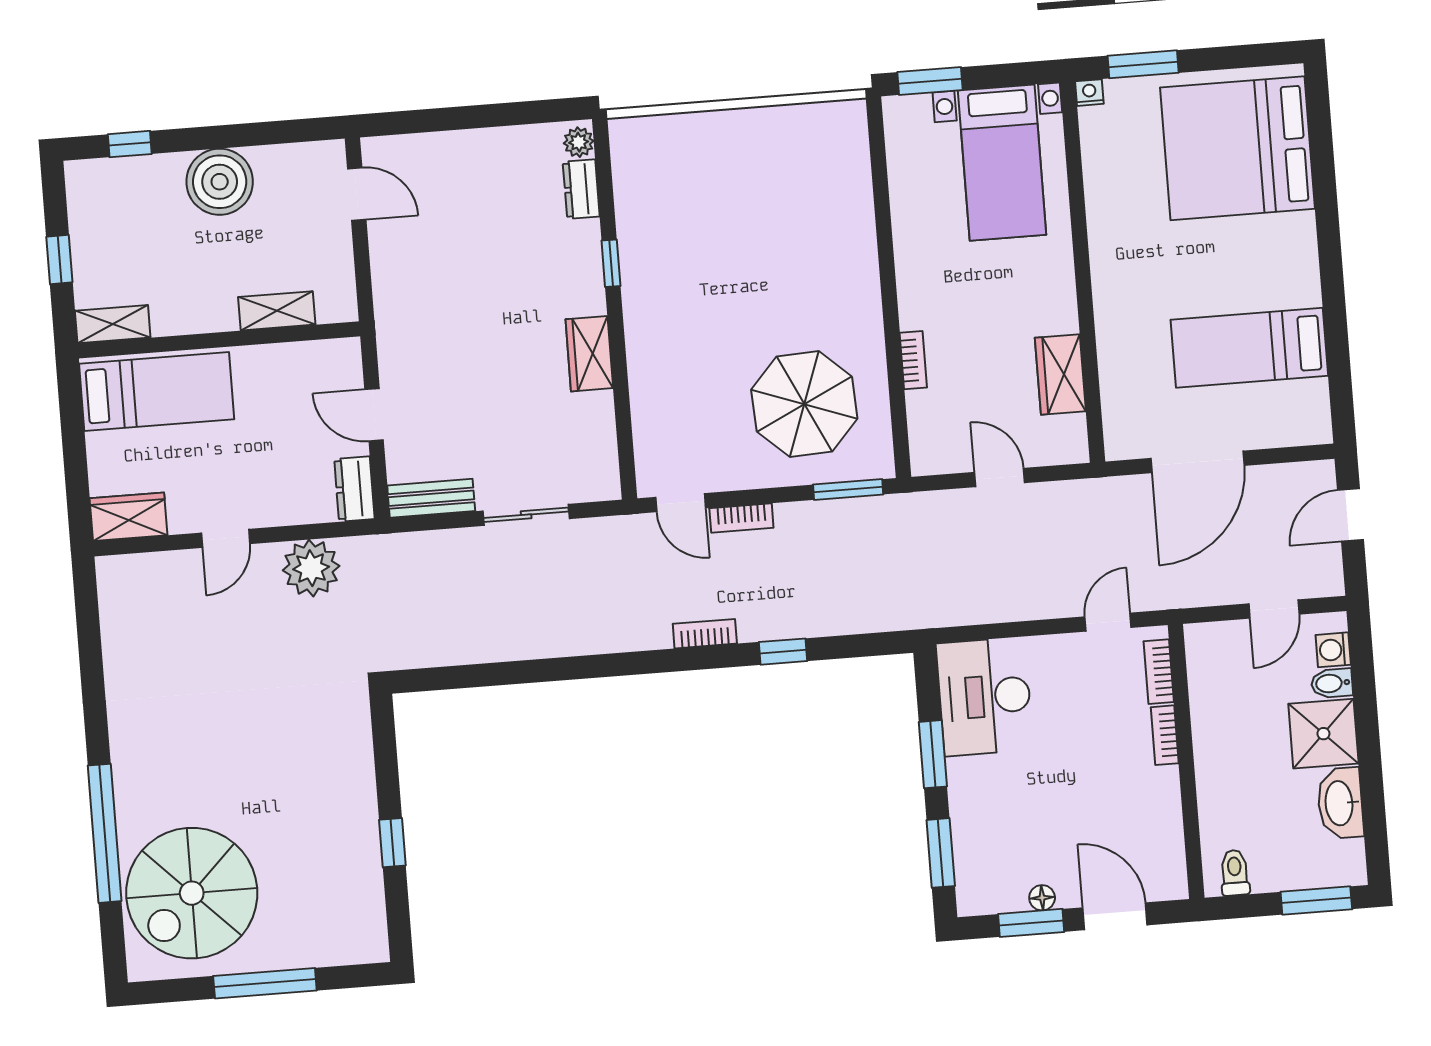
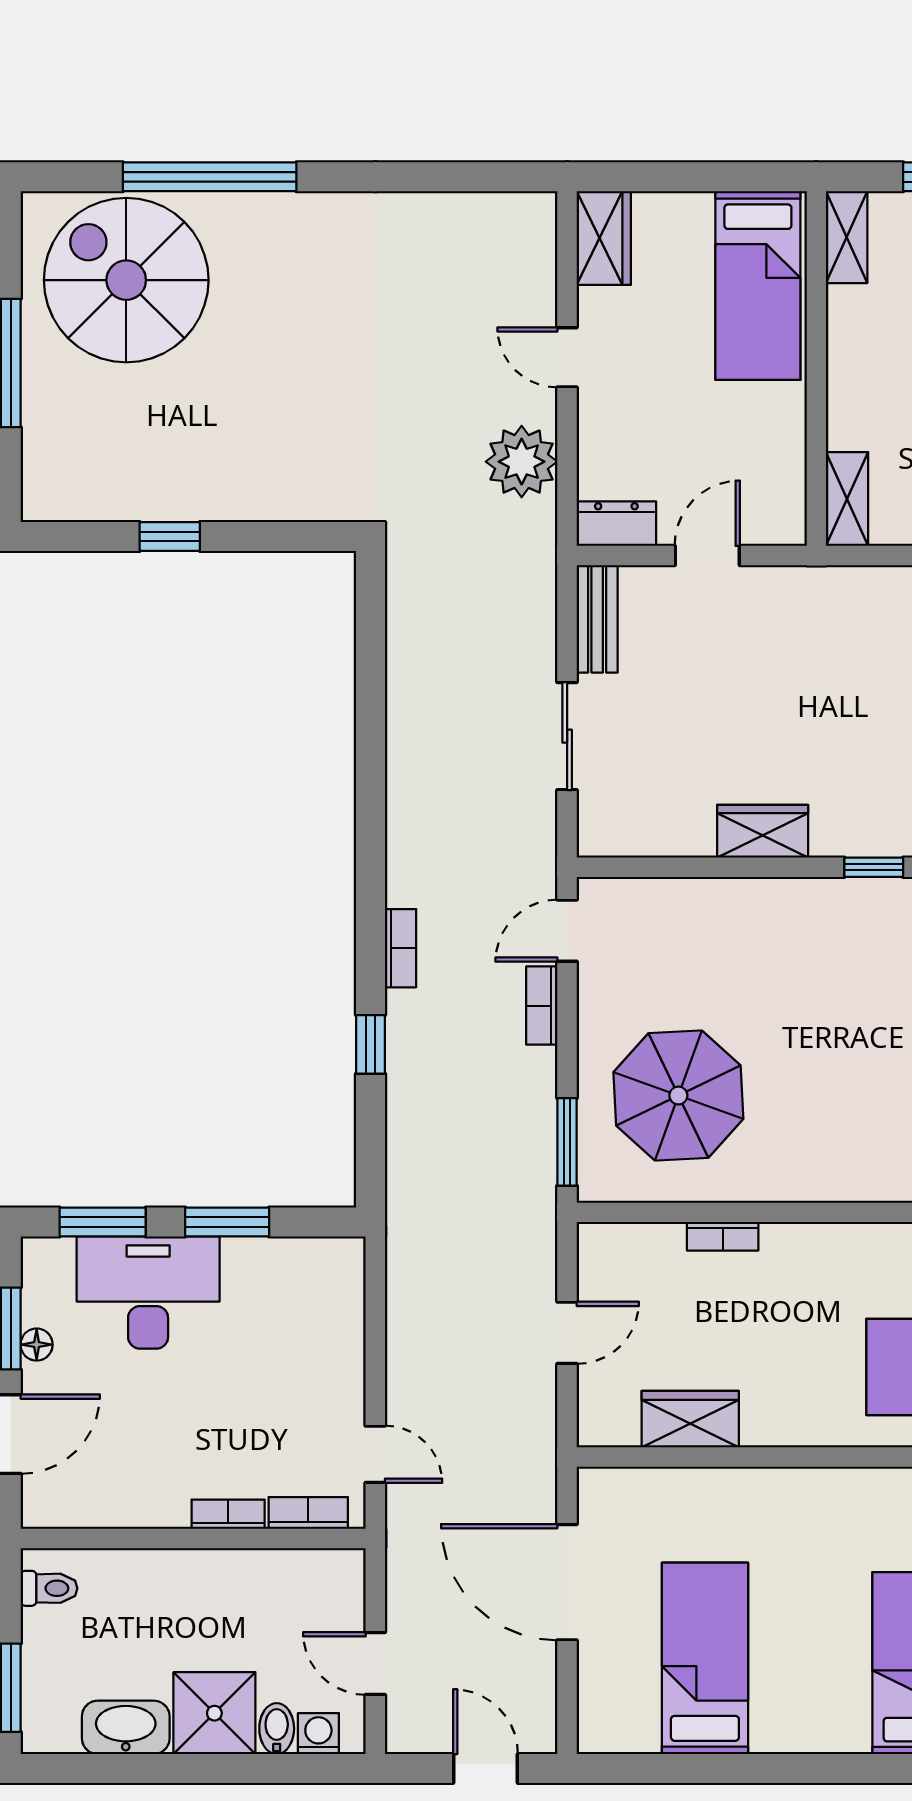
shelving: (277, 311) -> (847, 499), moved
desk: (985, 697) -> (148, 1293), moved

